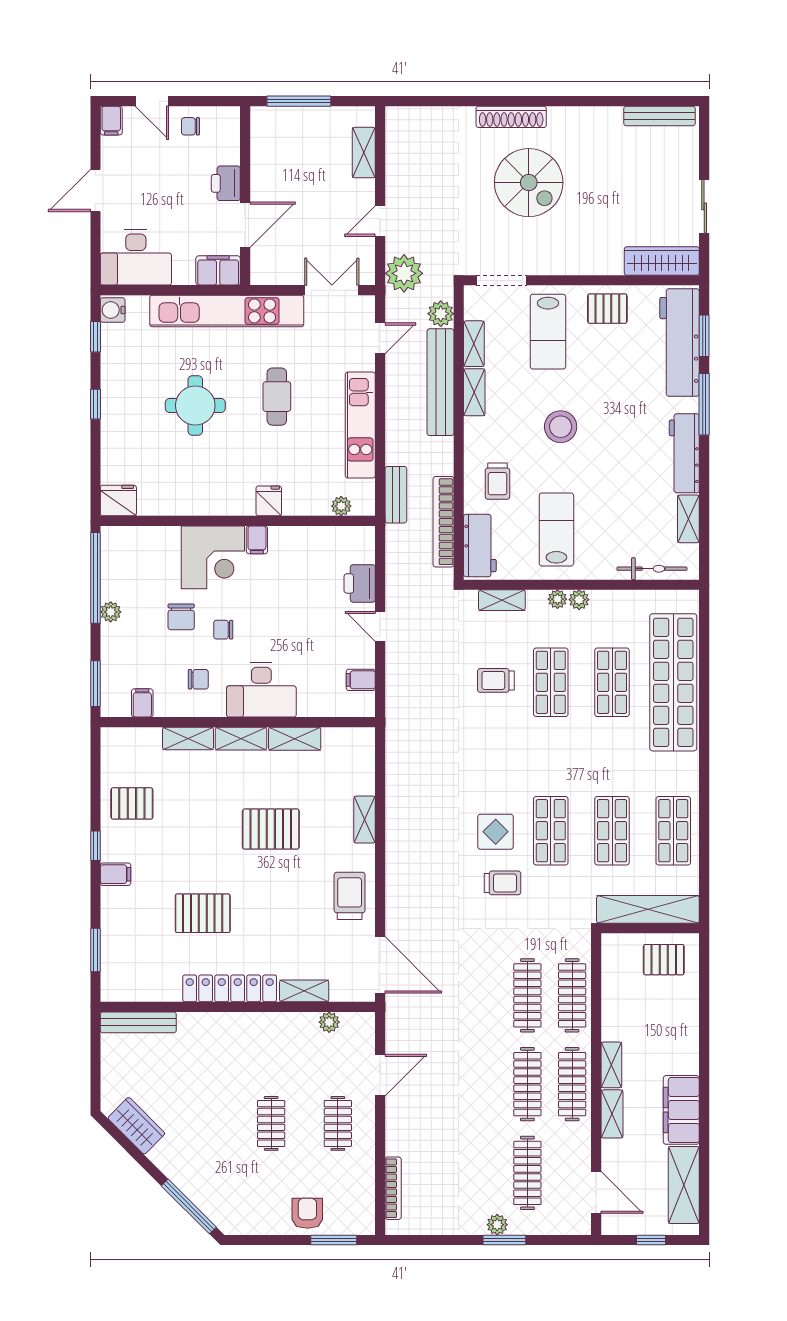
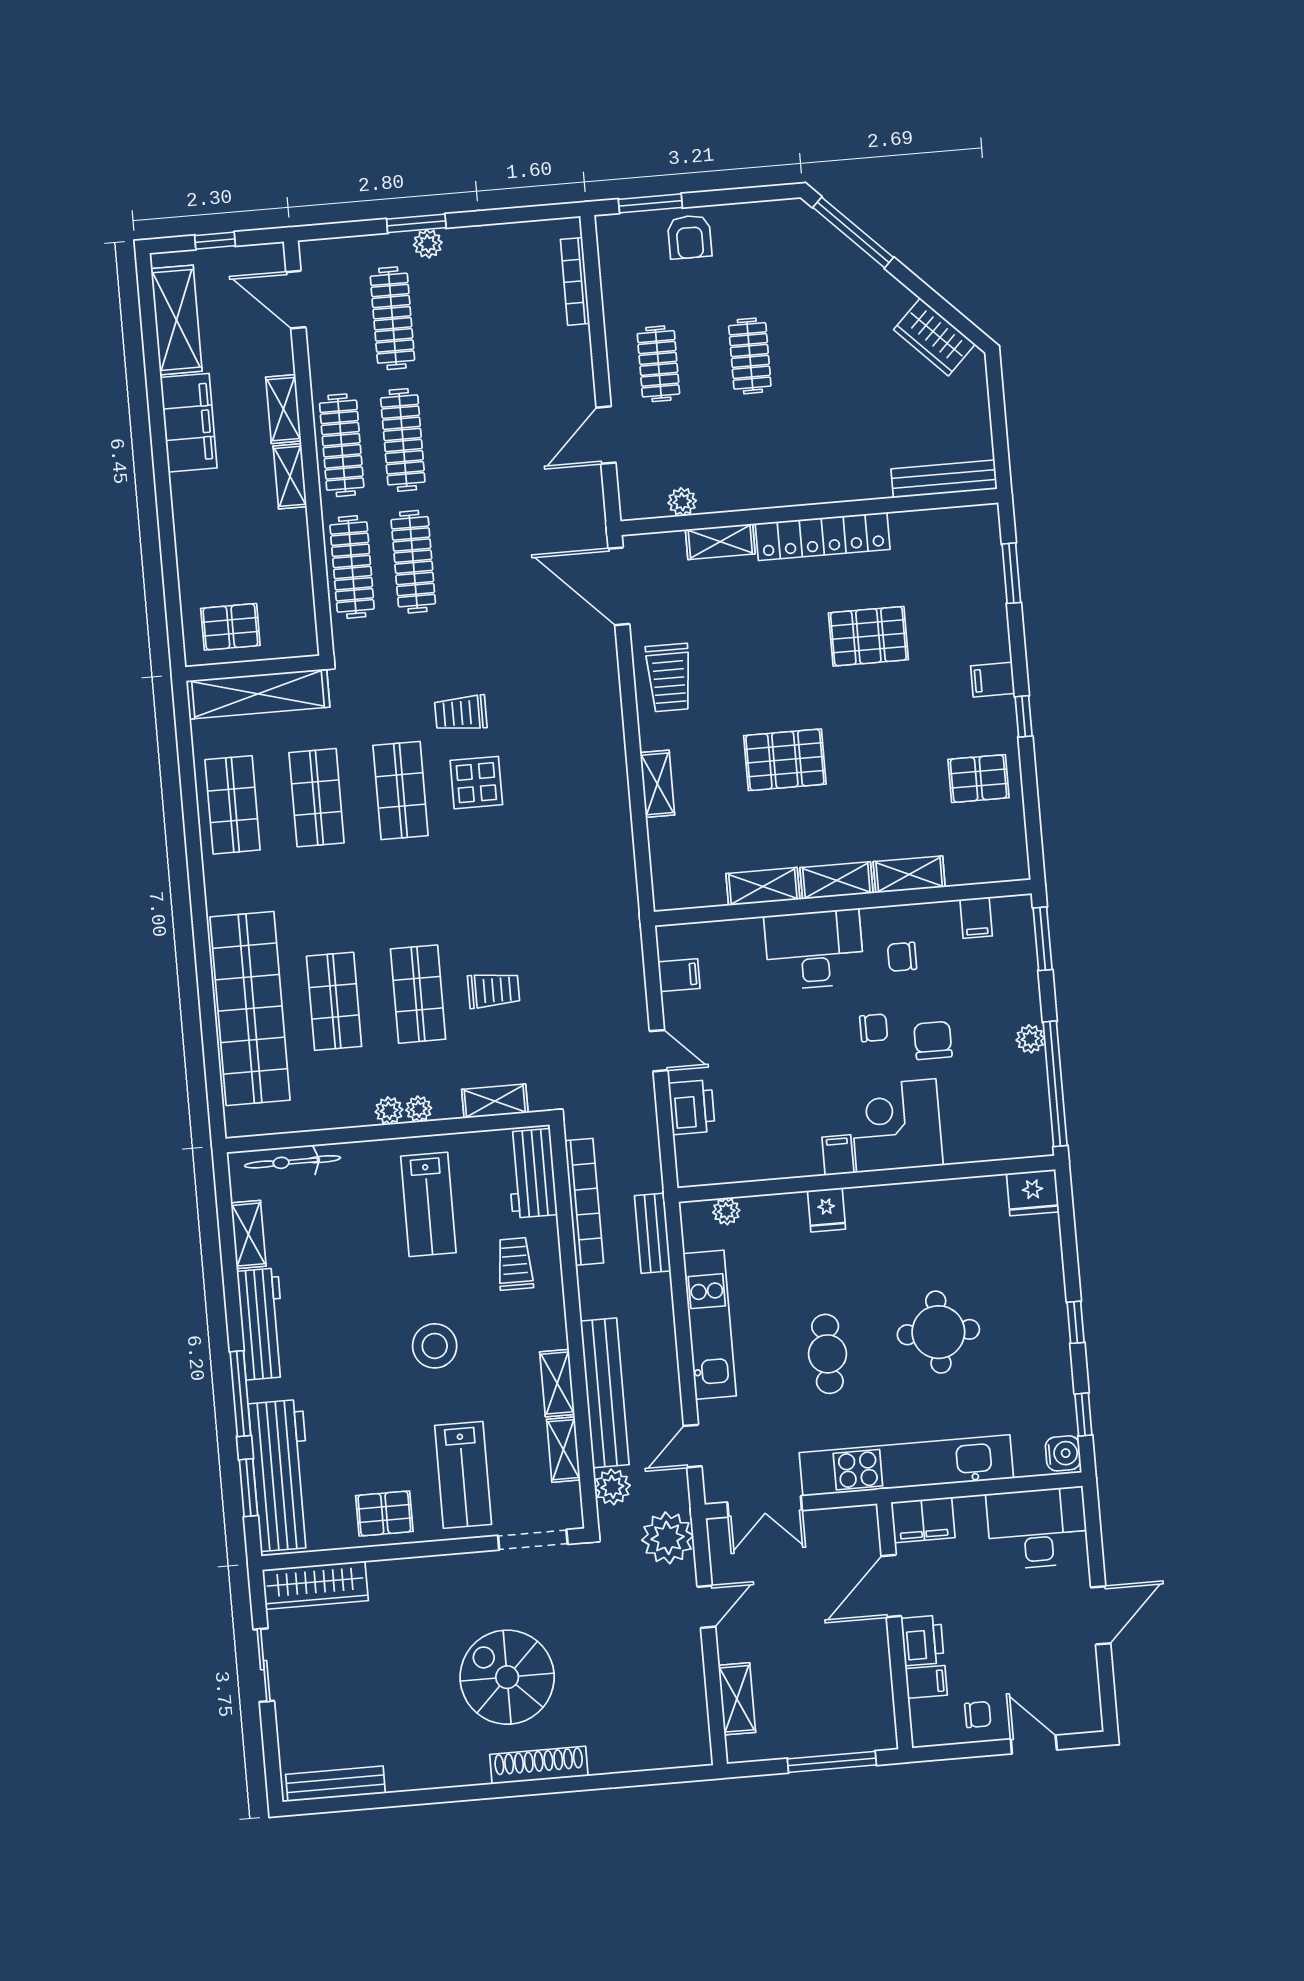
filing cabinet: (111, 121) -> (926, 1682), moved, turned 90
lab bench: (548, 332) -> (463, 1475), turned 180

